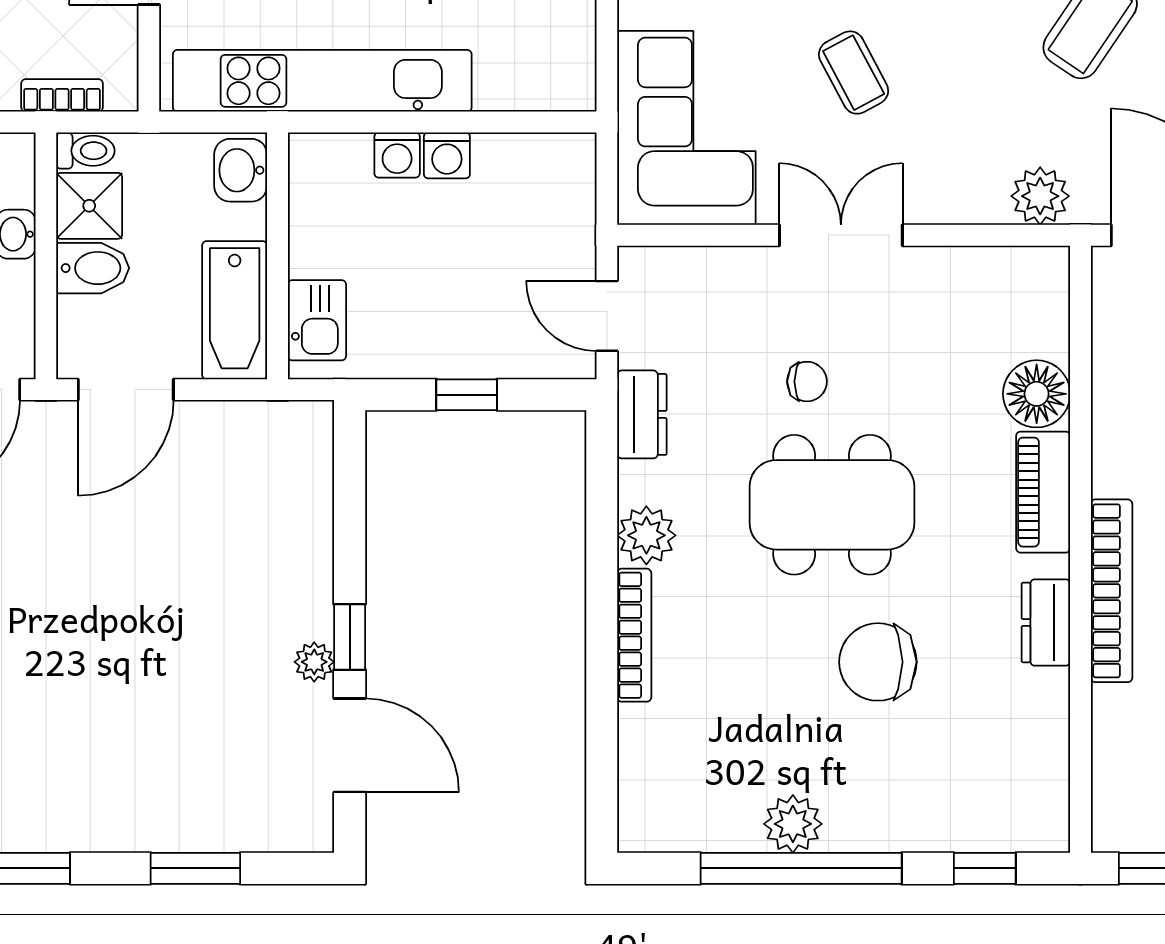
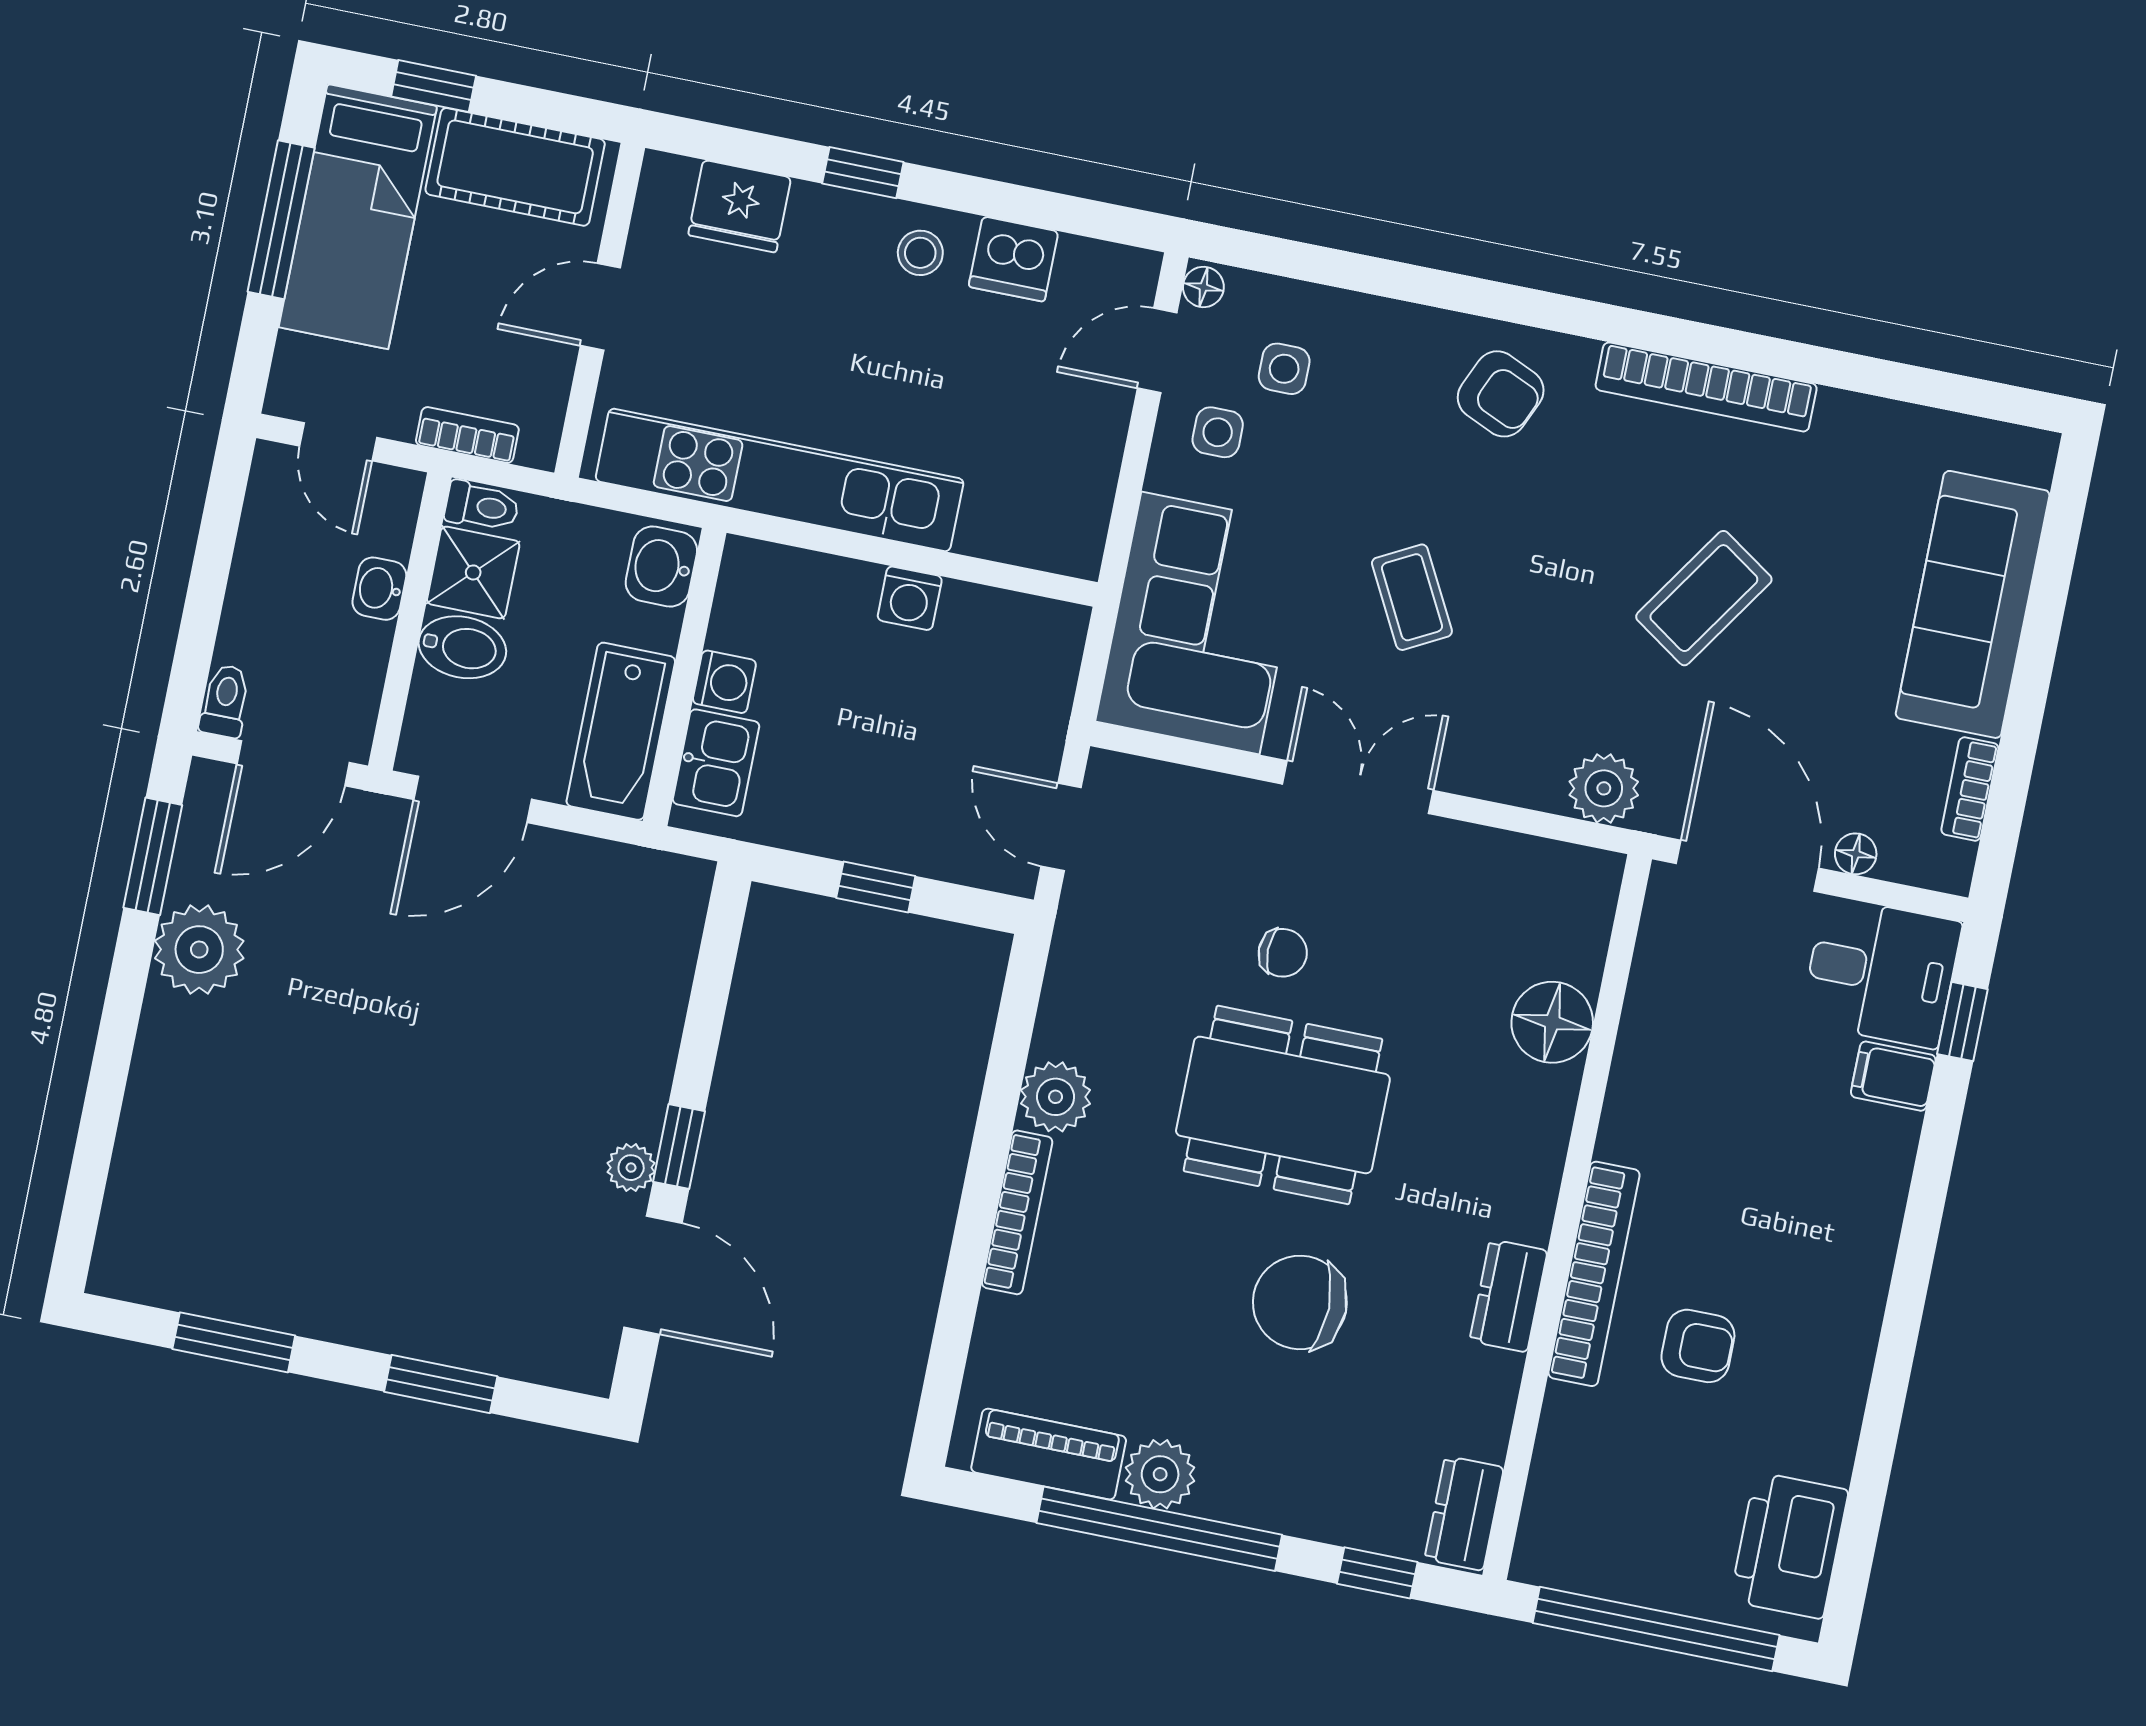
washing machine: (397, 155) -> (724, 682), moved, turned -90
dresser: (642, 414) -> (1464, 1513), moved, turned 180
piano: (1043, 492) -> (1049, 1454), moved, turned 90

